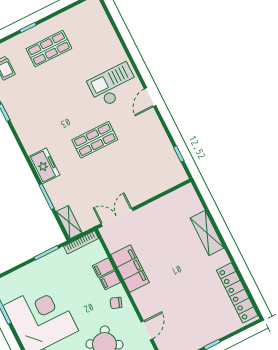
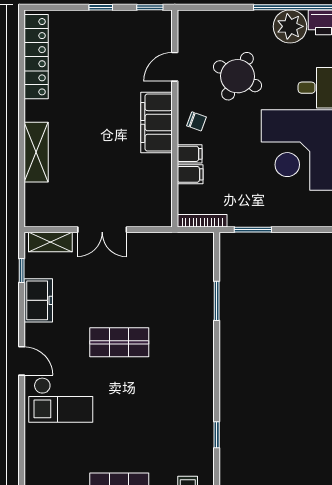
door: (150, 97) -> (22, 361), hinge flipped
freezer: (44, 166) -> (38, 300), moved, turned 180
double door: (117, 217) -> (102, 230), moved
shelving: (69, 222) -> (50, 242), moved, turned 90
filing cabinet: (130, 269) -> (157, 122), moved

